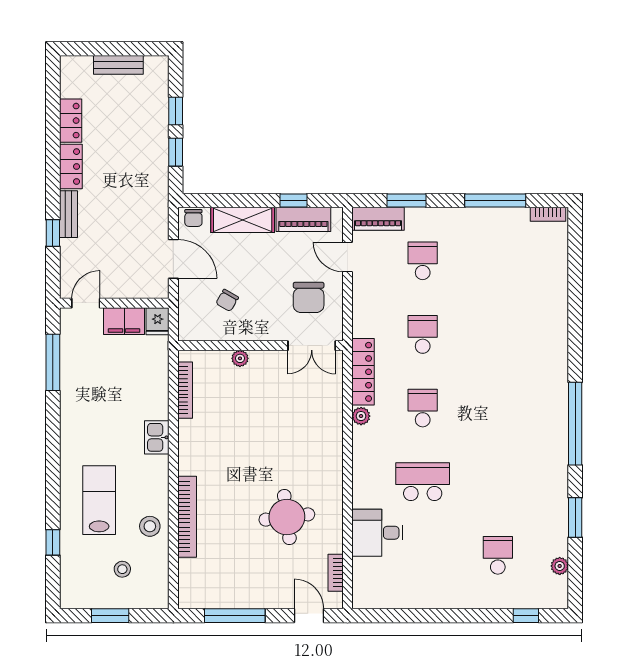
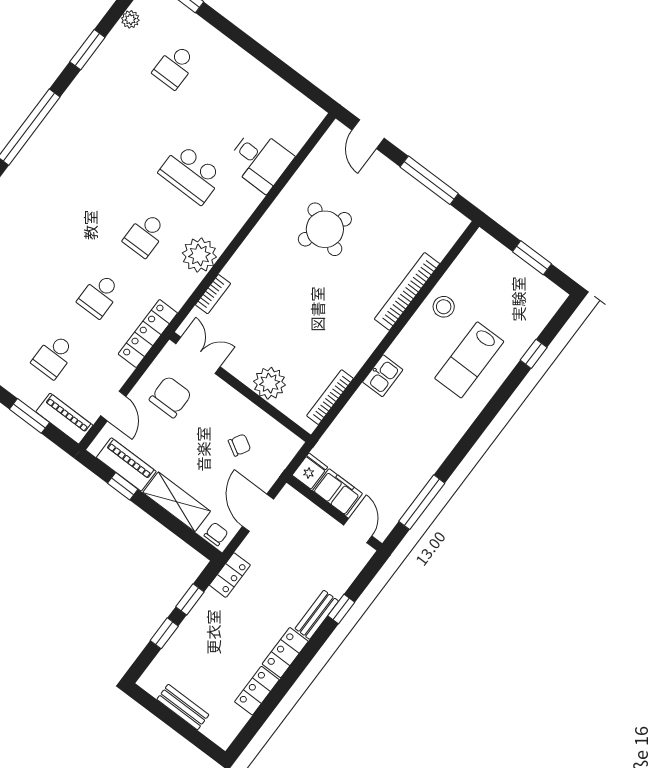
locker: (159, 194) -> (230, 575), added
door: (86, 303) -> (358, 531), swing flipped
plant: (240, 358) -> (270, 383), width x1.87, depth x1.87
locker: (363, 372) -> (148, 333), moved
plant: (361, 416) -> (199, 255), width x1.87, depth x1.87
round table: (287, 517) -> (325, 229), turned 33
stool: (122, 569) -> (493, 288), removed
bookcase: (336, 573) -> (213, 294), moved

